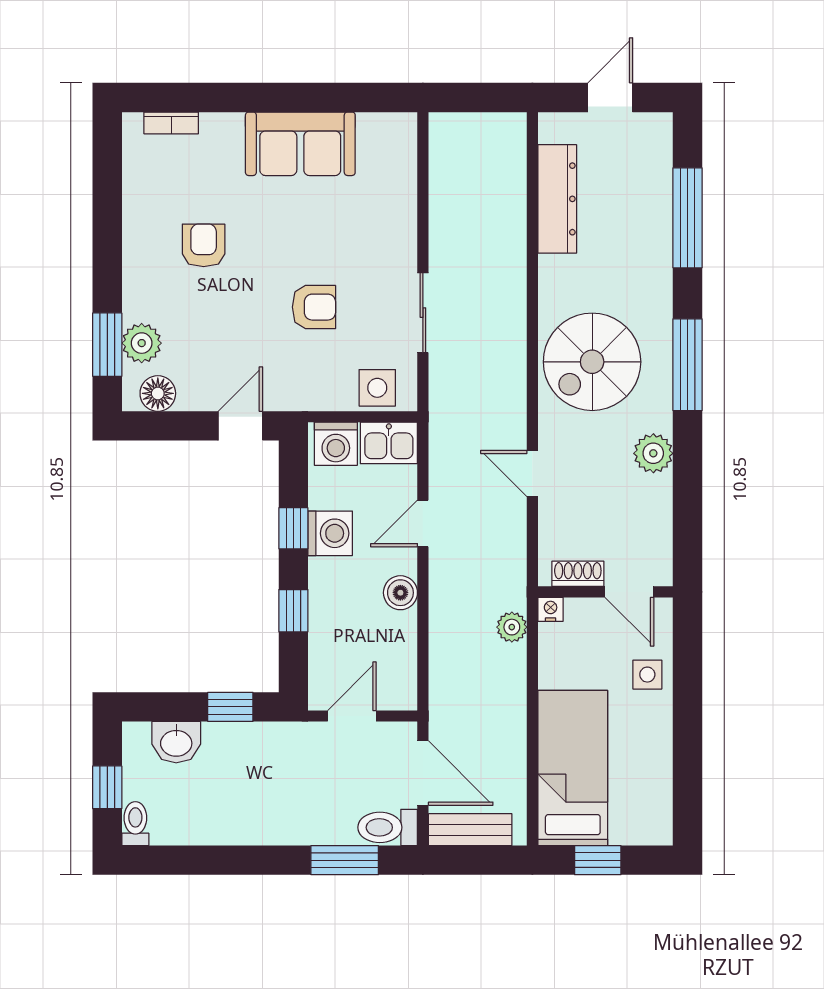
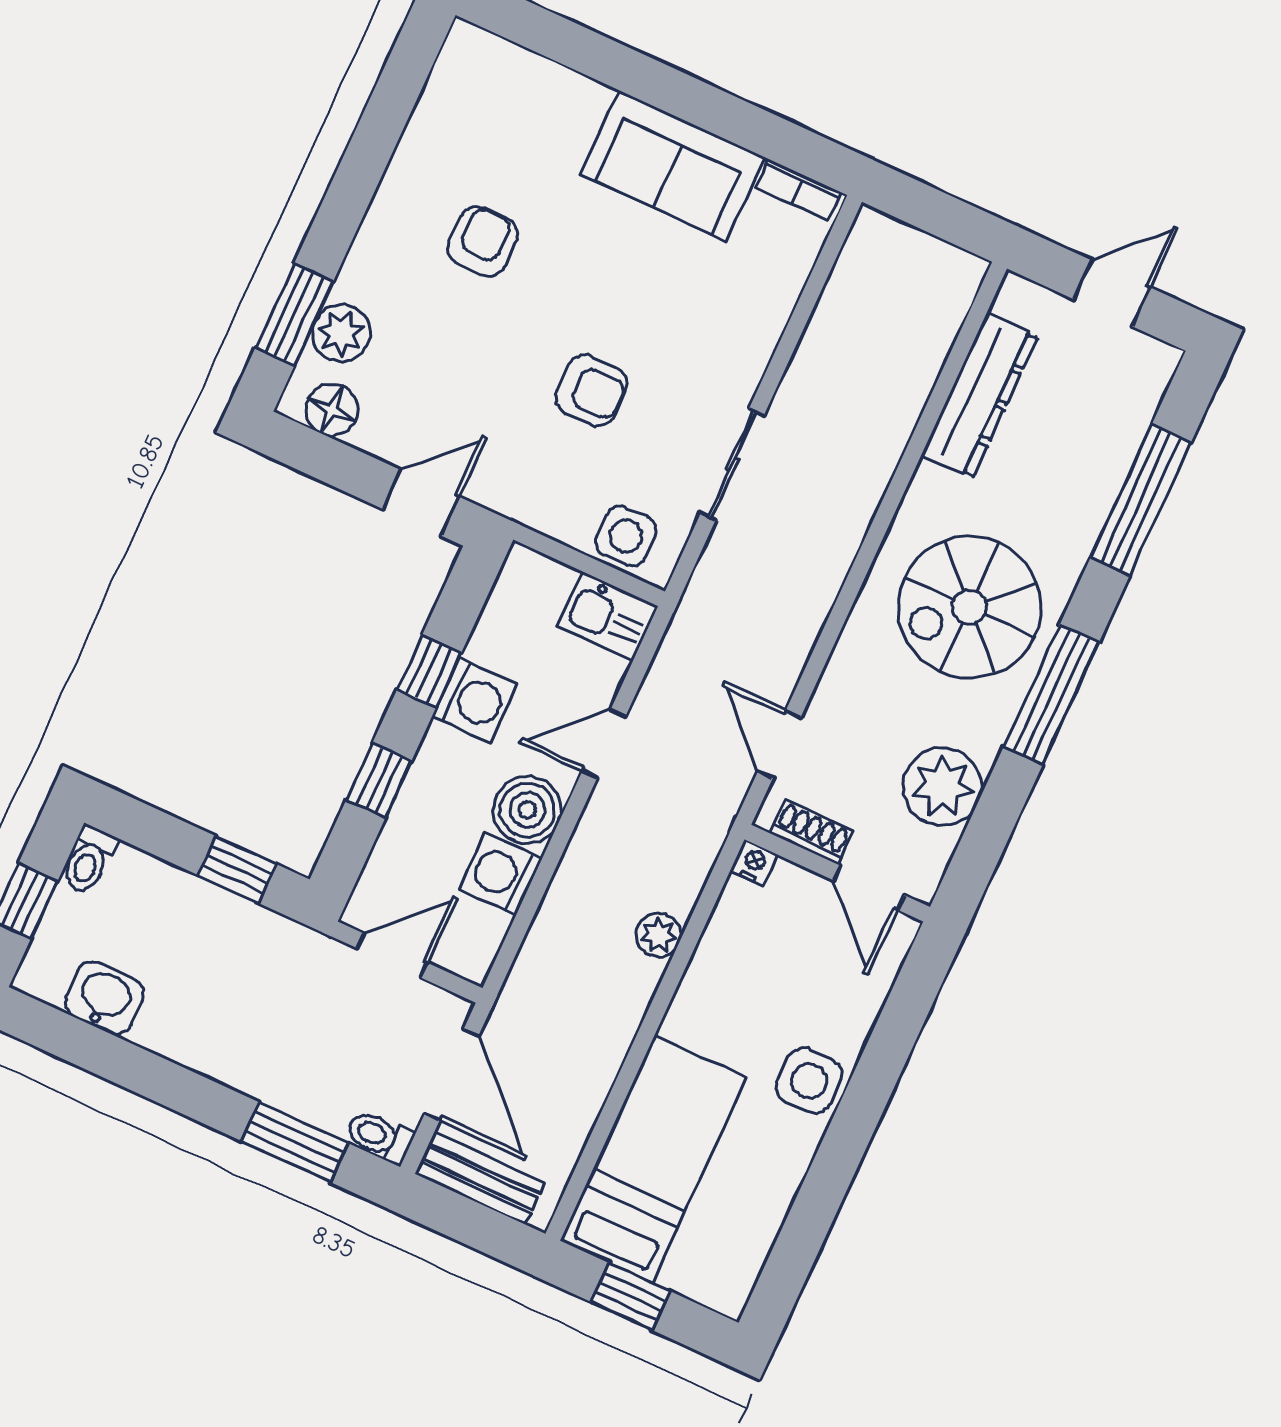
bookcase: (171, 123) -> (798, 190), moved
spiral stairs: (592, 362) -> (970, 607), moved
washing machine: (336, 444) -> (501, 874), moved, turned 90
plant: (653, 453) -> (942, 787), width x1.36, depth x1.36
shoe rack: (578, 574) -> (812, 832), moved
wall: (605, 592) -> (837, 873), moved
door: (629, 592) -> (869, 888), moved
boiler: (400, 593) -> (527, 810), width x1.36, depth x1.36
nightstand: (551, 609) -> (754, 863), moved
side table: (647, 675) -> (809, 1081), width x1.37, depth x1.37
washbasin: (176, 742) -> (104, 998), moved, turned 180
toilet: (135, 824) -> (89, 860), moved, turned 180
toilet: (388, 827) -> (380, 1137), width x0.73, depth x0.72

